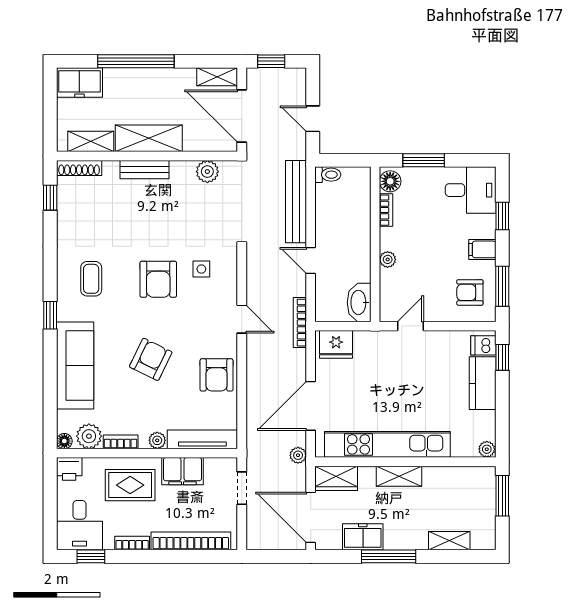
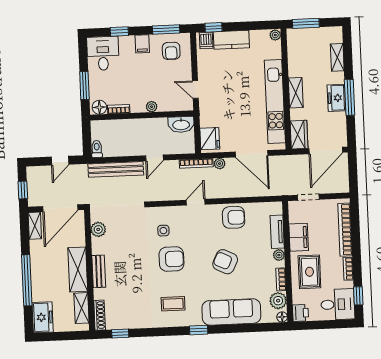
tv unit: (202, 439) -> (277, 232), width x0.71
plant: (298, 455) -> (220, 164), moved
freezer: (363, 537) -> (337, 98), moved

